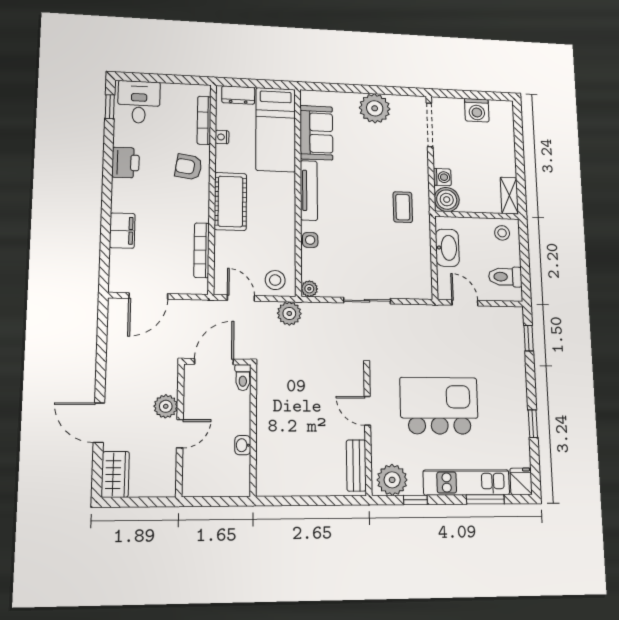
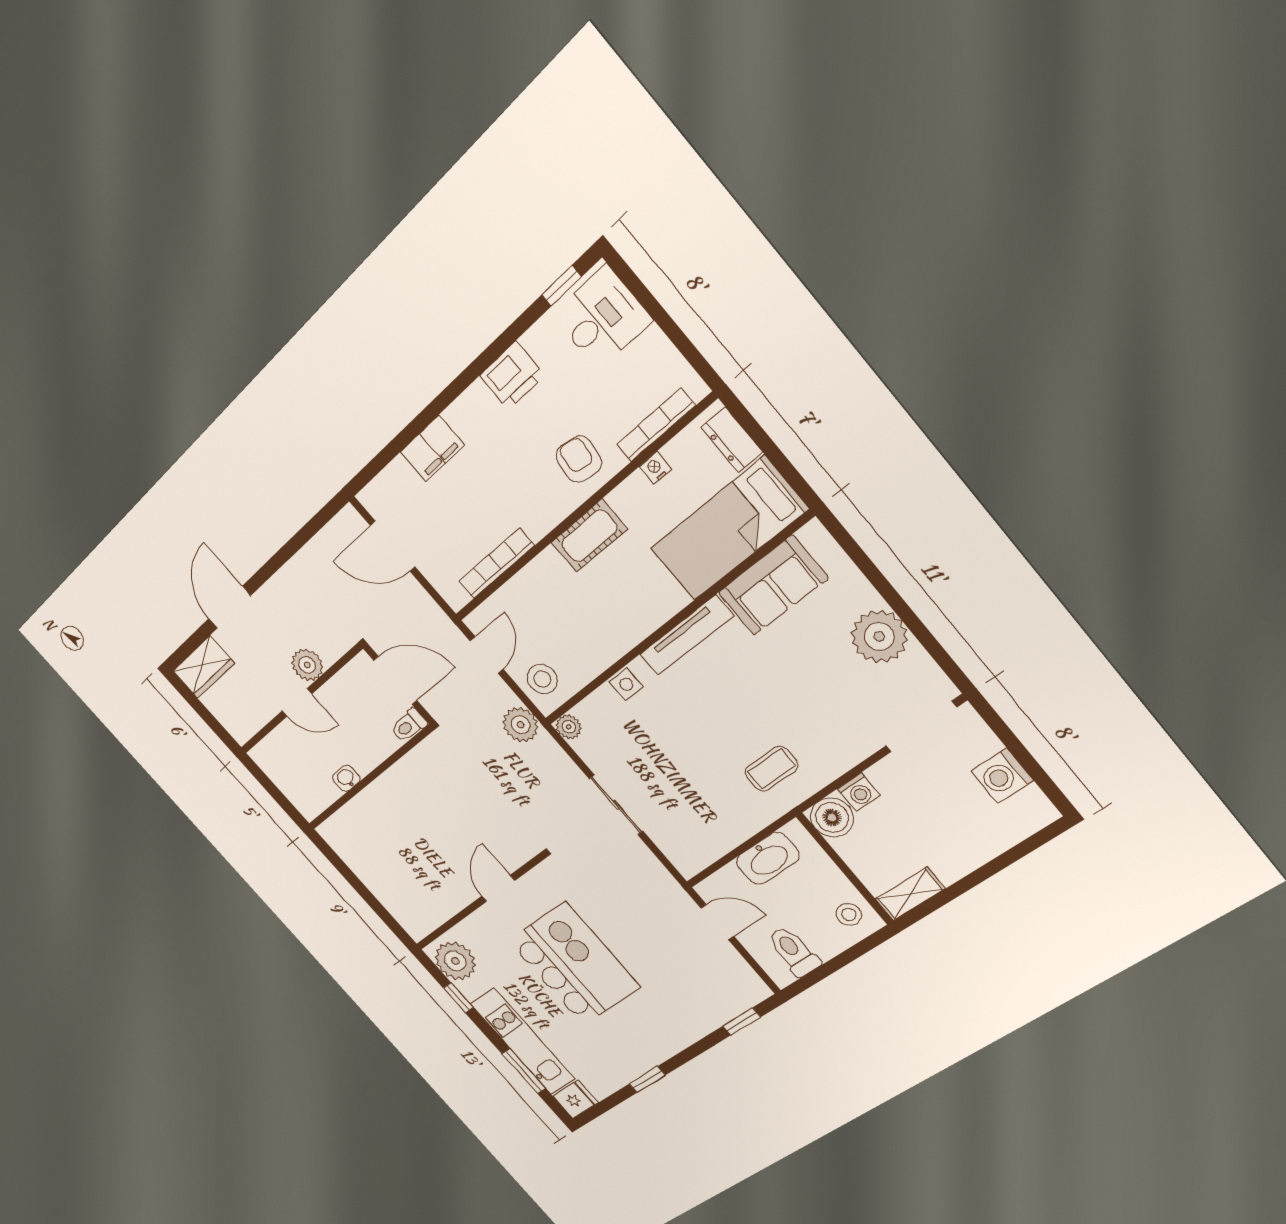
cot: (230, 201) -> (589, 536), width x0.73, depth x0.75
door: (465, 303) -> (717, 922), hinge flipped
bench: (356, 465) -> (435, 914), removed

